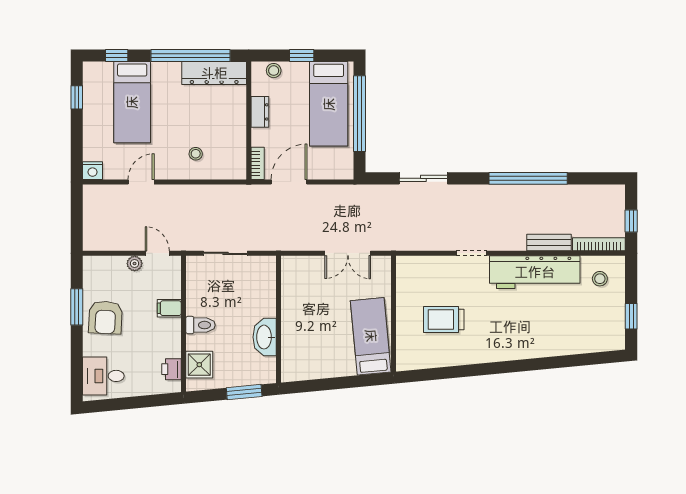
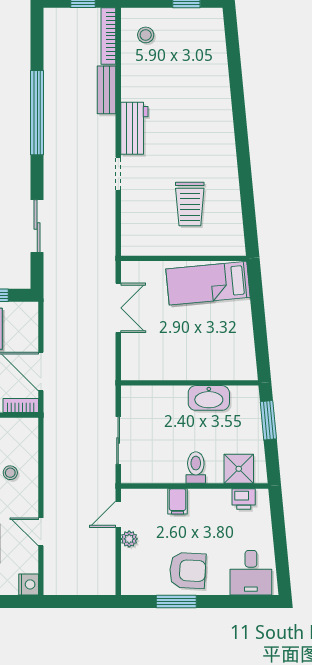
workbench: (535, 272) -> (134, 128), width x0.53, depth x0.76

